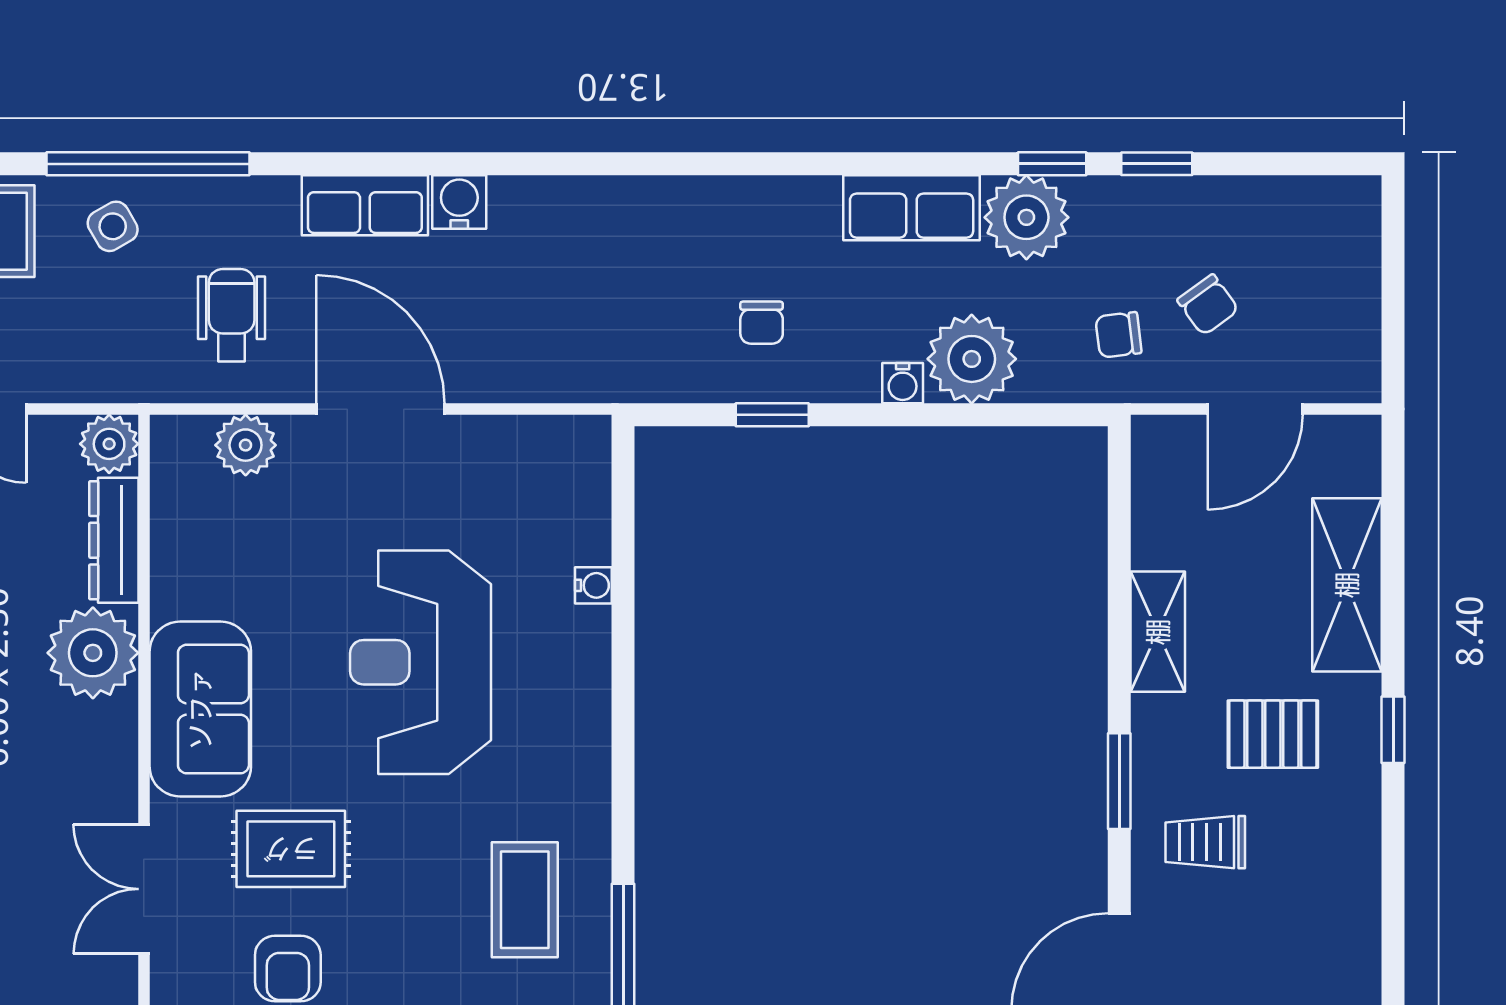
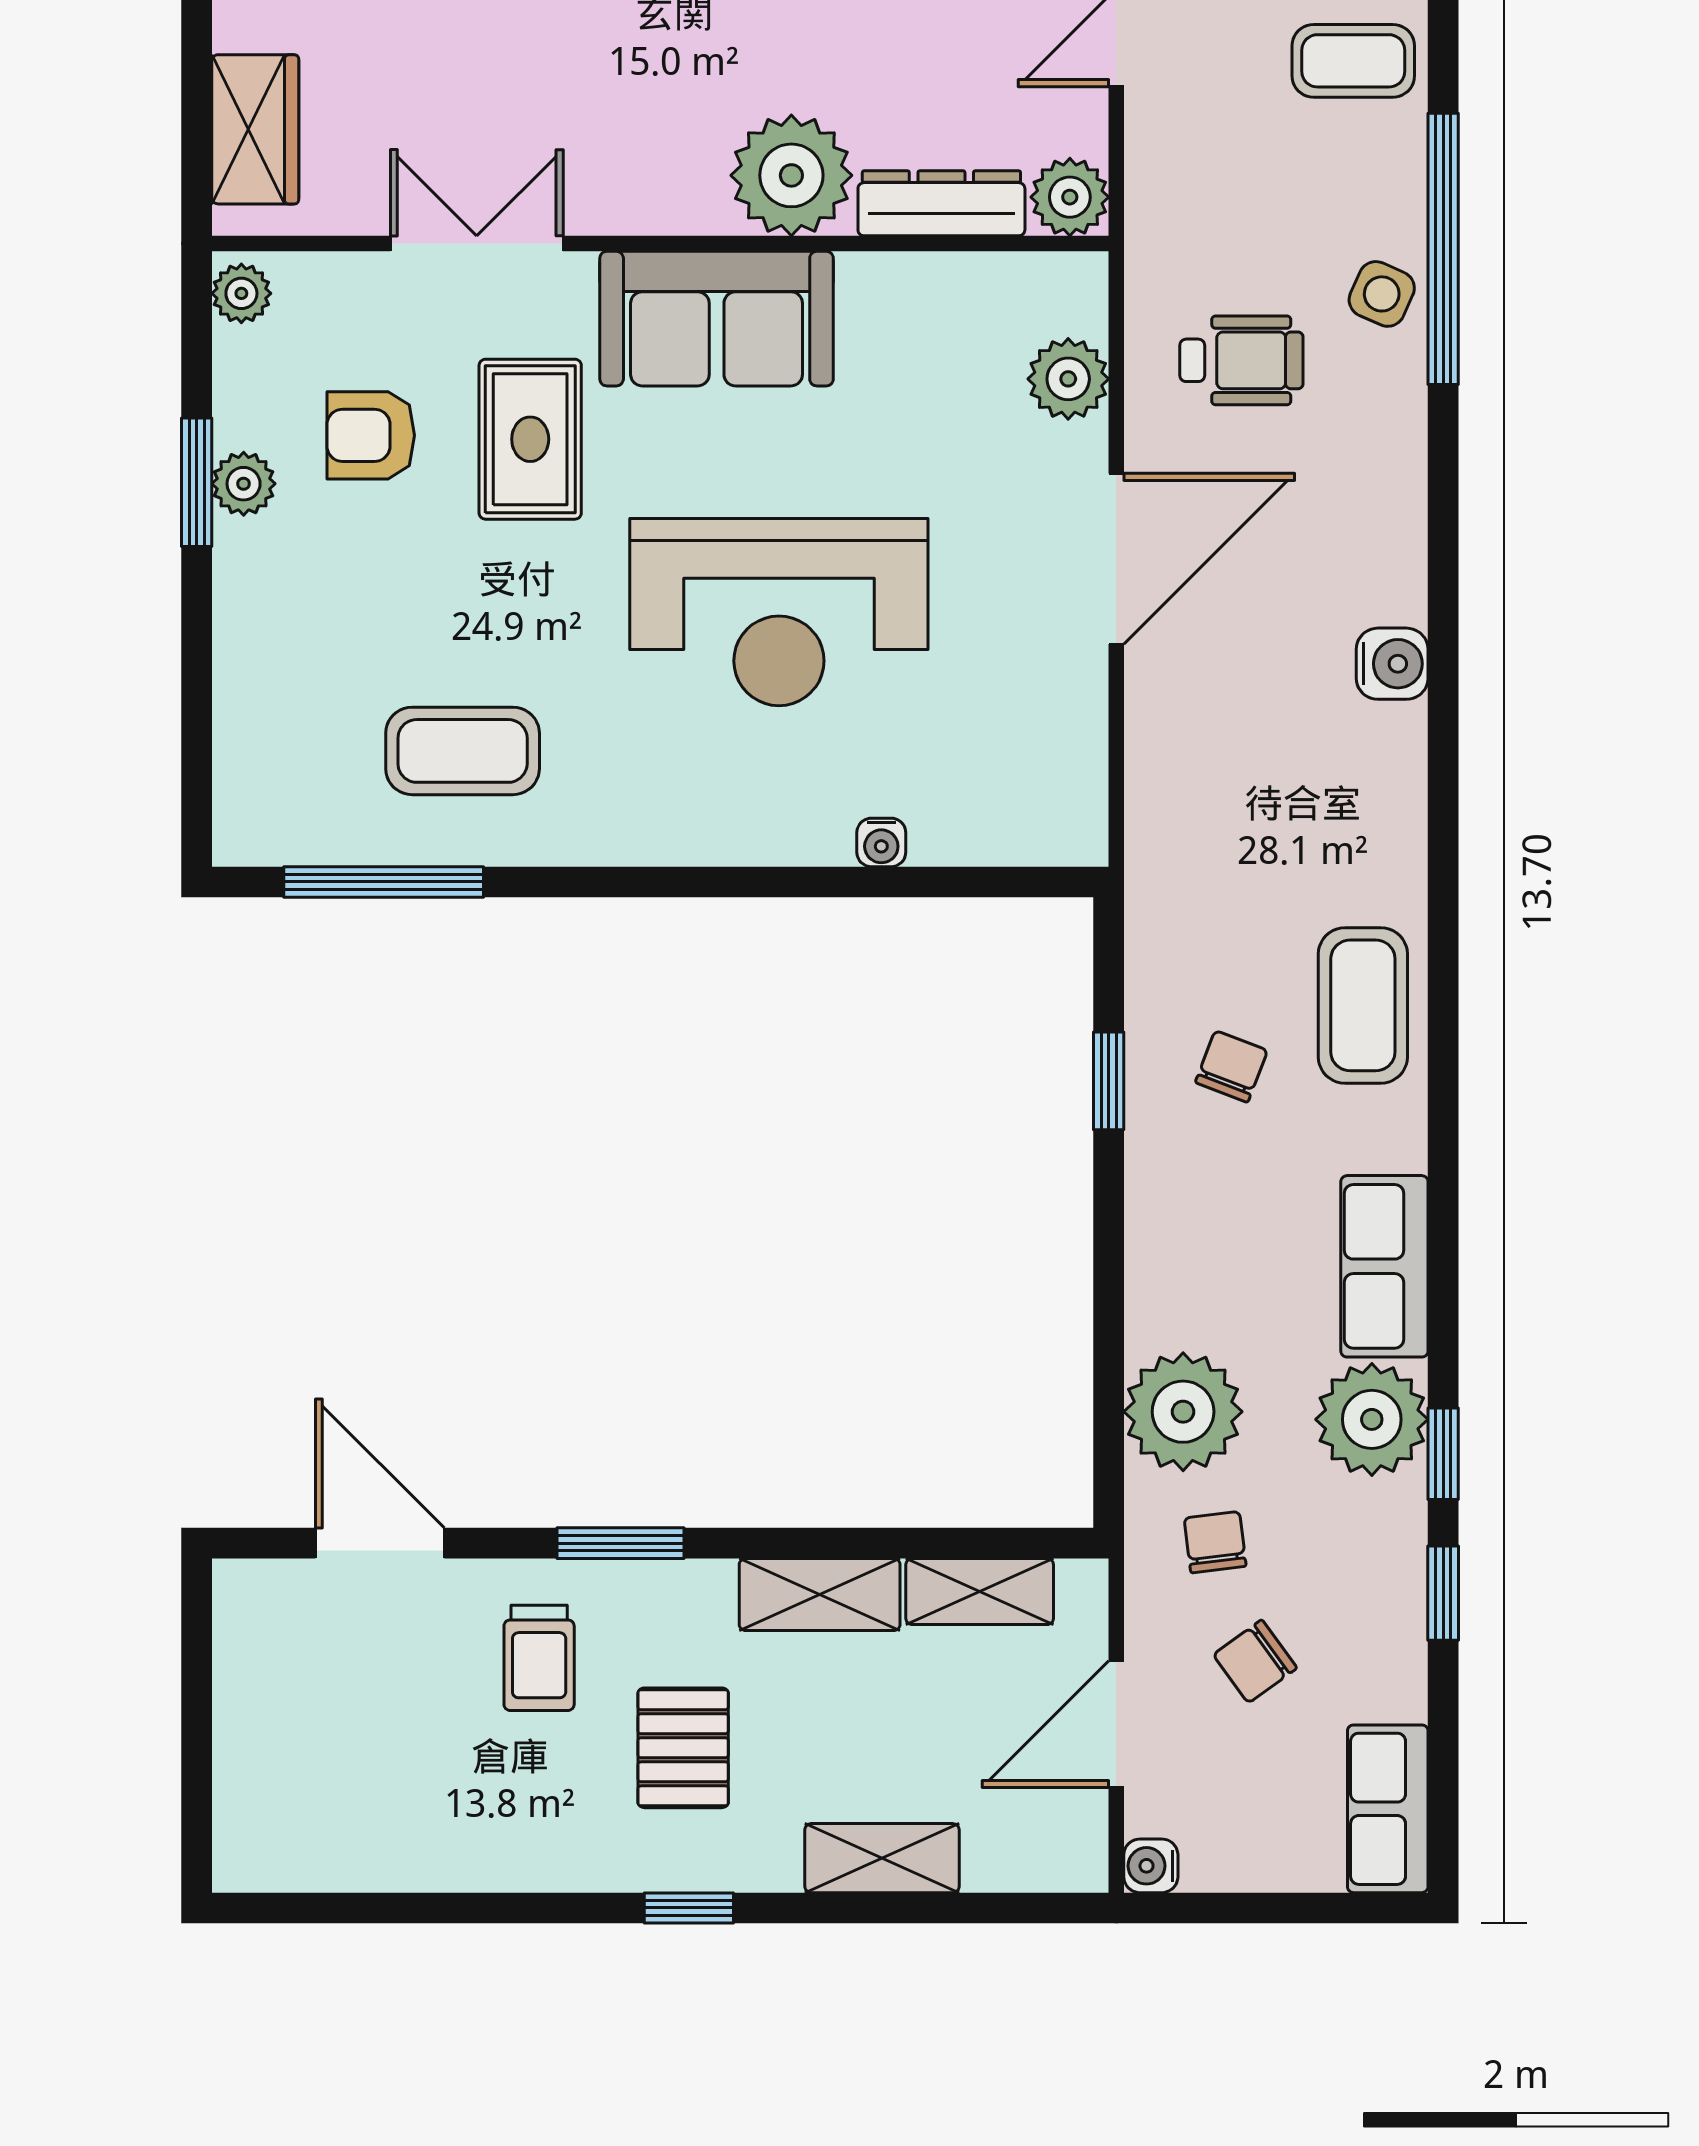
row of seats: (365, 205) -> (1388, 1809), moved
coffee table: (716, 224) -> (1363, 1005), added
side table: (113, 226) -> (1382, 294), moved, turned -36
chair: (762, 323) -> (1231, 1066), turned 111
plant: (972, 359) -> (1183, 1412), moved
water cooler: (903, 383) -> (1151, 1866), moved
door: (1255, 409) -> (1116, 1724), hinge flipped
shelving: (1156, 512) -> (980, 1592), added
shelving: (1347, 585) -> (882, 1858), width x0.67, depth x0.75
reception desk: (421, 662) -> (779, 612), turned 180
trolley: (1205, 842) -> (539, 1658), turned 180

